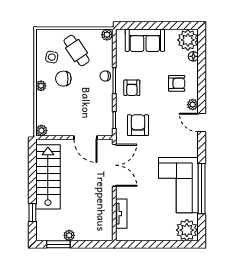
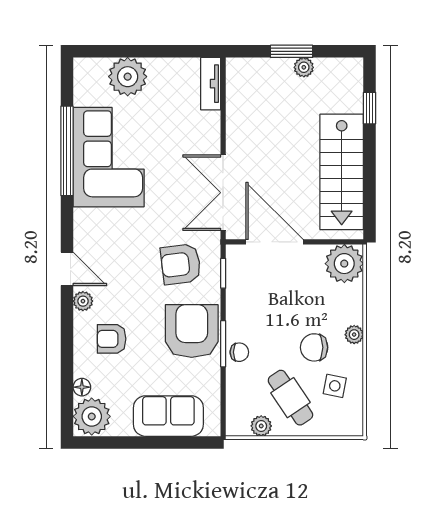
plant: (107, 35) -> (261, 426), moved
chair: (63, 79) -> (314, 347), turned 180
armchair: (132, 88) -> (192, 331), width x1.88, depth x1.88
armchair: (138, 125) -> (181, 264), turned 83
plant: (41, 131) -> (344, 264), width x1.87, depth x1.87
door: (85, 138) -> (275, 242), width x1.36
tv unit: (121, 214) -> (211, 84), moved
plant: (187, 230) -> (128, 77), moved
window: (58, 244) -> (292, 51), moved

